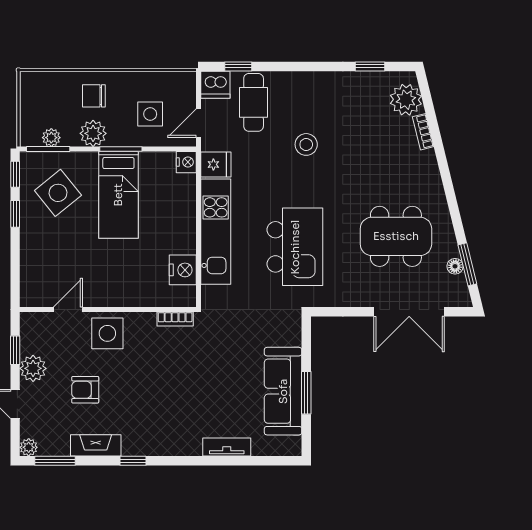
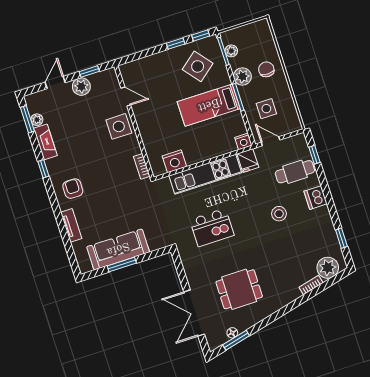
dishwasher: (215, 85) -> (316, 198), moved
dining table: (396, 236) -> (239, 289), width x0.73
kitchen island: (295, 247) -> (212, 227), width x0.73, depth x0.78
armchair: (85, 390) -> (73, 189), moved
plant: (29, 447) -> (37, 120), moved

